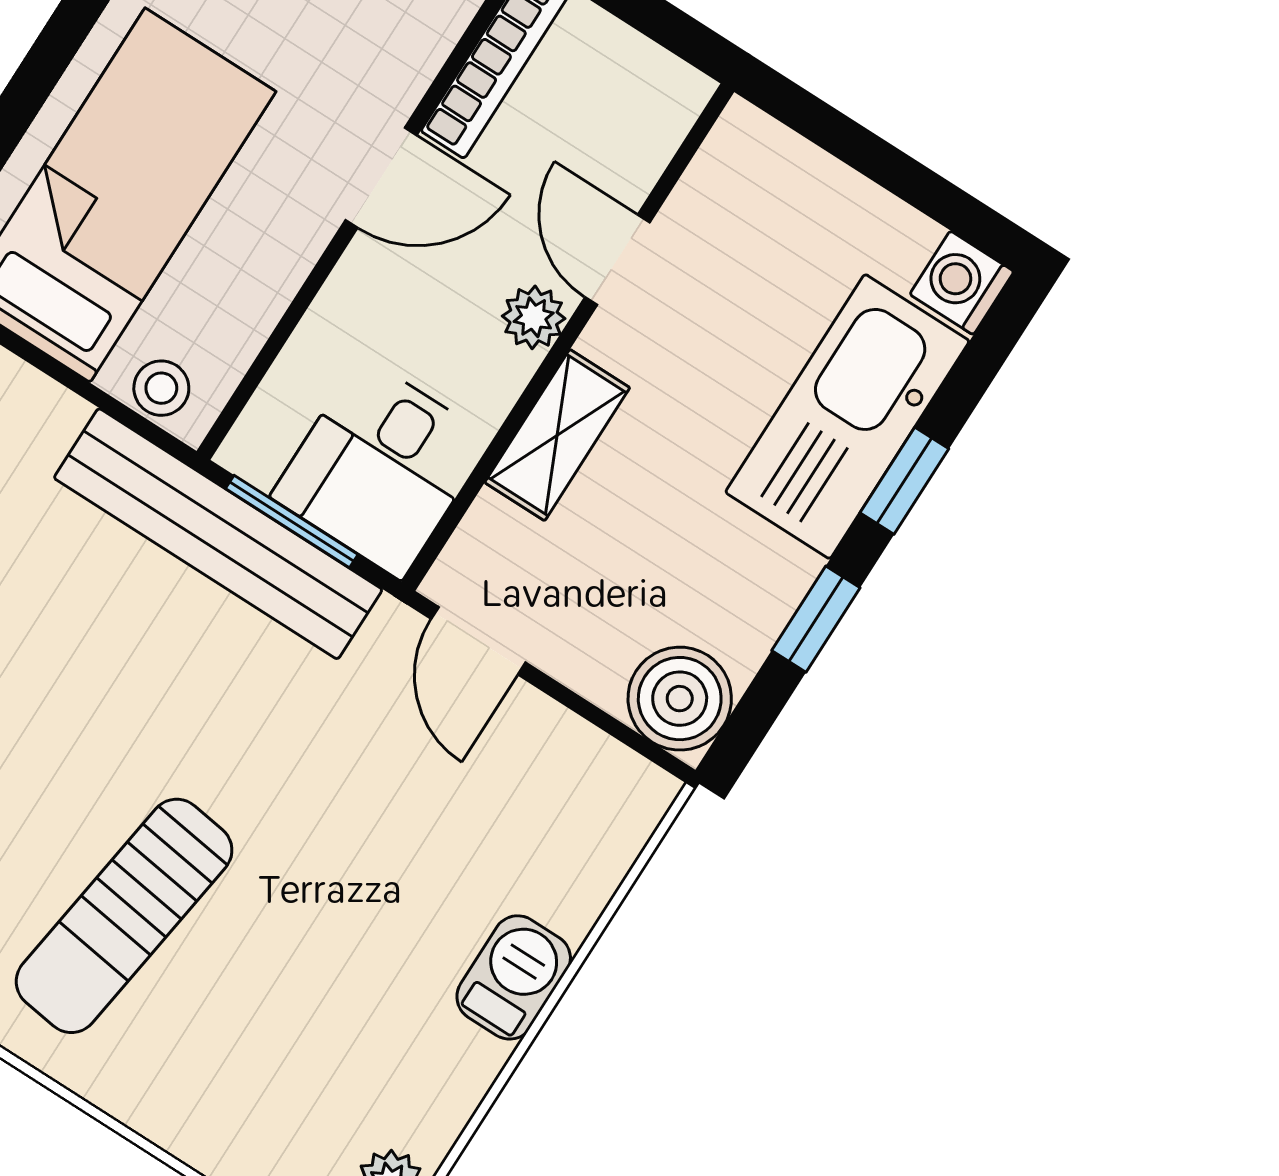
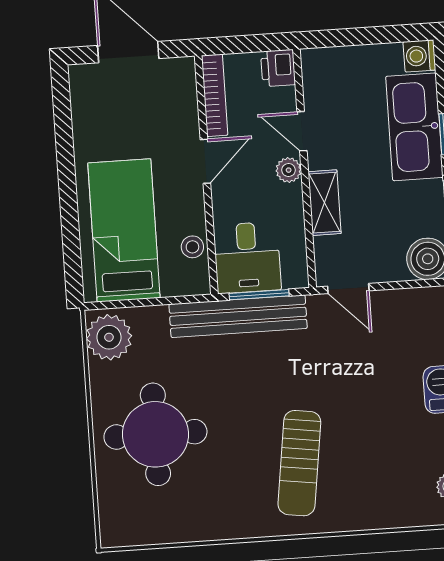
printer: (663, 99) -> (278, 68), added
stool: (161, 388) -> (192, 247), moved
desk: (381, 468) -> (247, 258), moved

